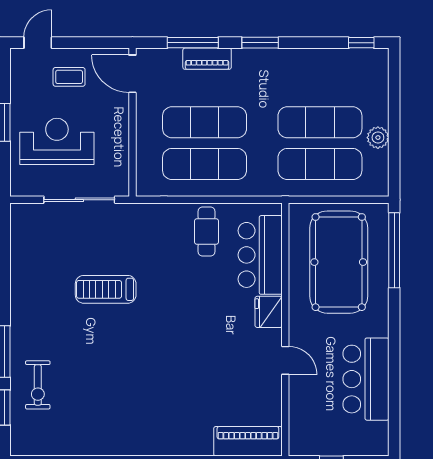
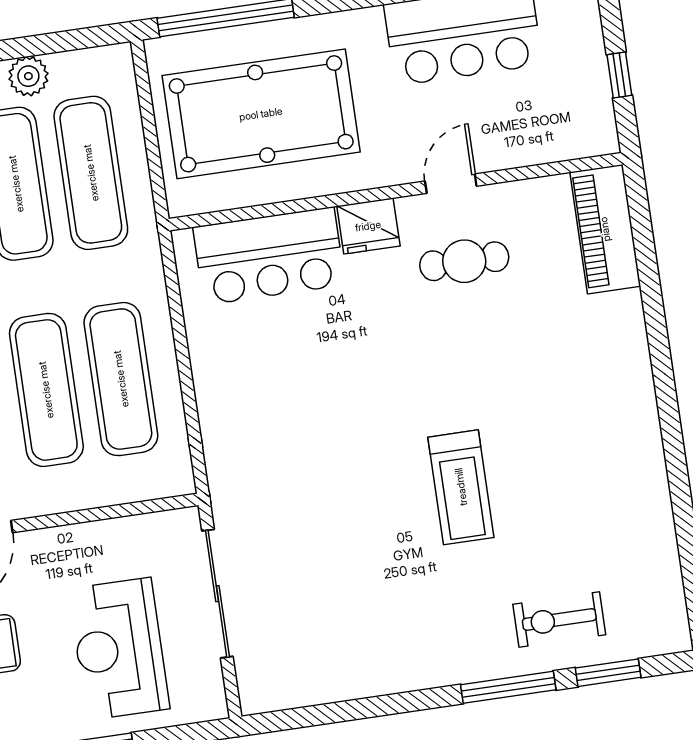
cafe table: (207, 231) -> (464, 261), moved
treadmill: (106, 289) -> (461, 487), moved
exercise bike: (38, 385) -> (559, 619), turned 180

